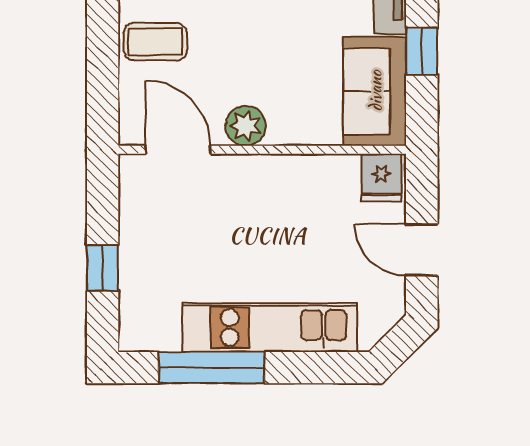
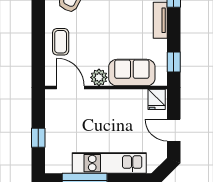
coffee table: (155, 42) -> (61, 42), turned 90
window: (422, 51) -> (174, 62), moved
sofa: (375, 91) -> (132, 73), moved, turned 90

